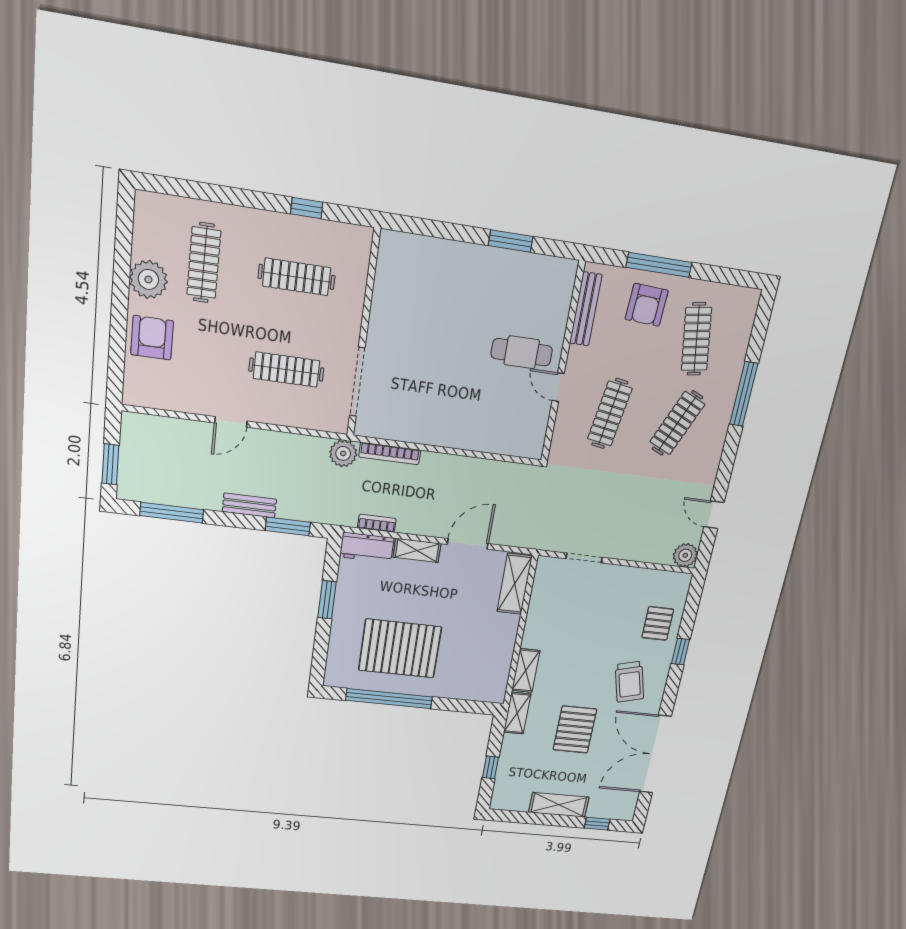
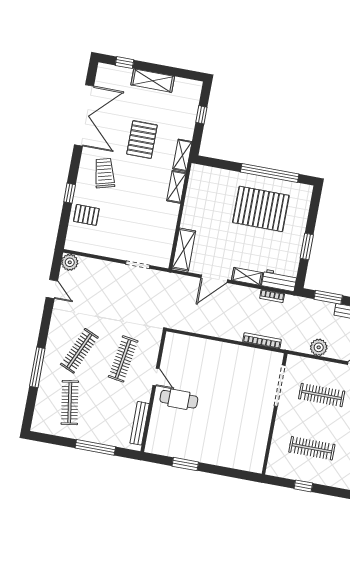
armchair: (647, 305) -> (102, 424), removed
plant: (343, 453) -> (319, 347), moved
pallet: (658, 623) -> (86, 215), turned 90

